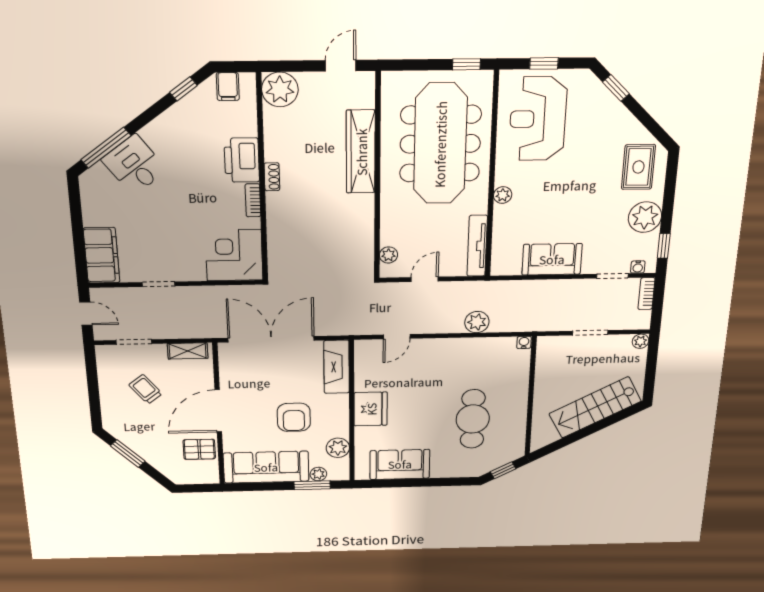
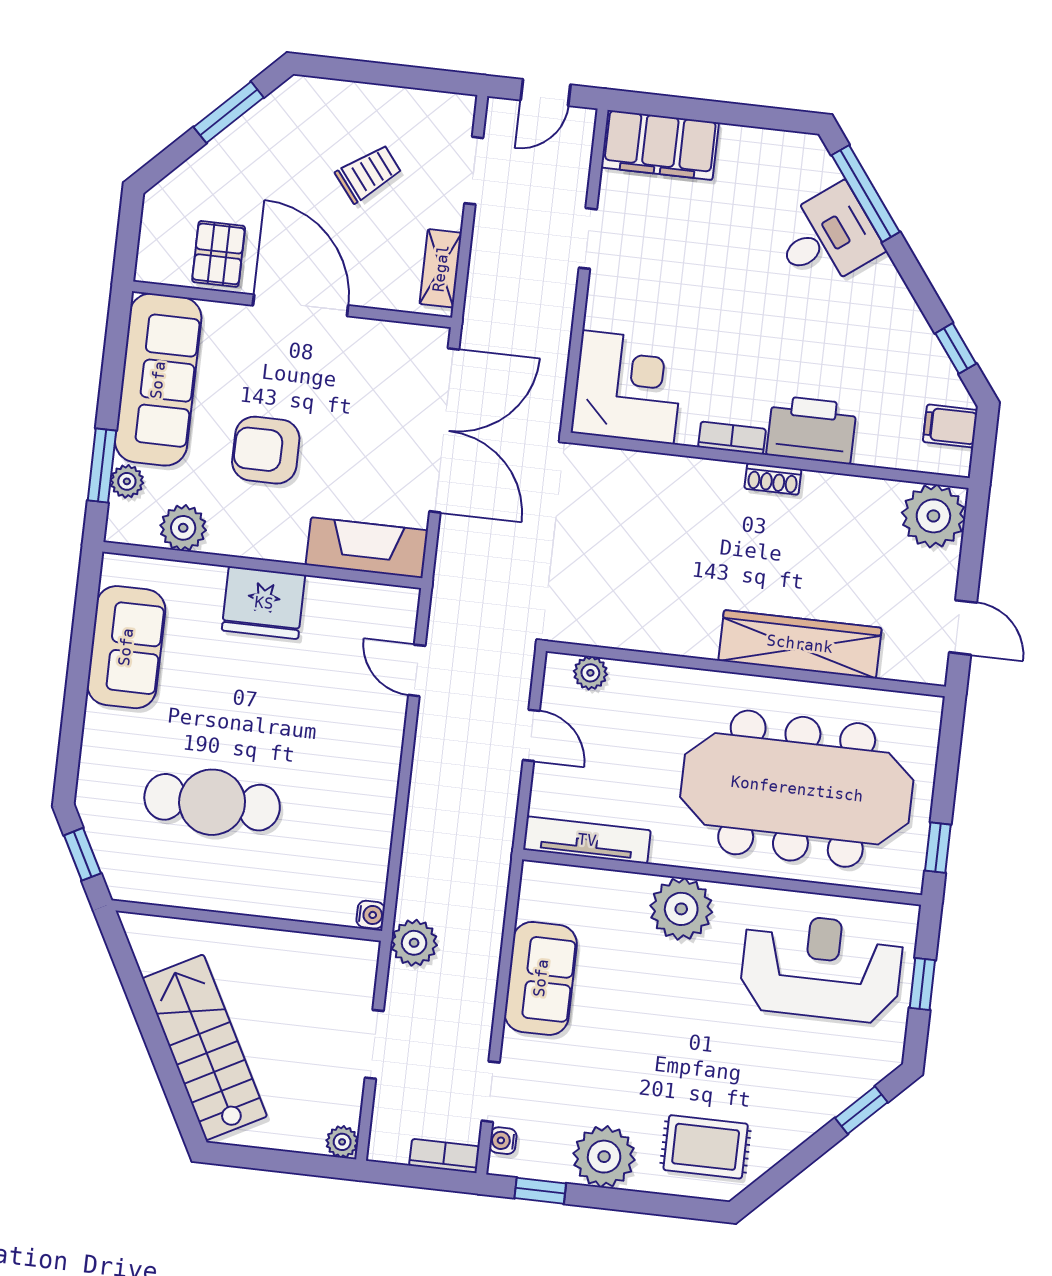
plant: (503, 195) -> (681, 909), width x1.87, depth x1.87
plant: (477, 322) -> (414, 943), moved

